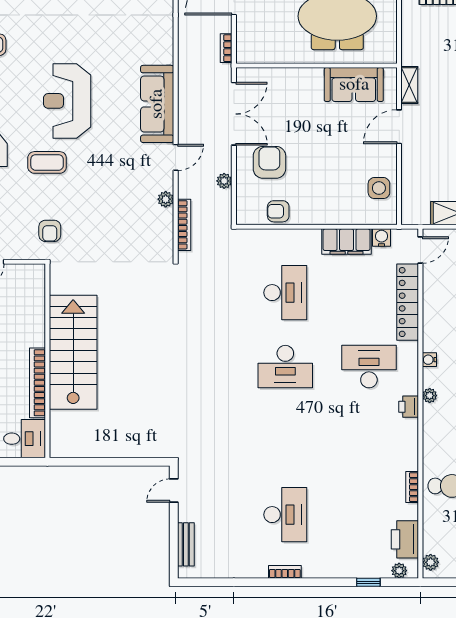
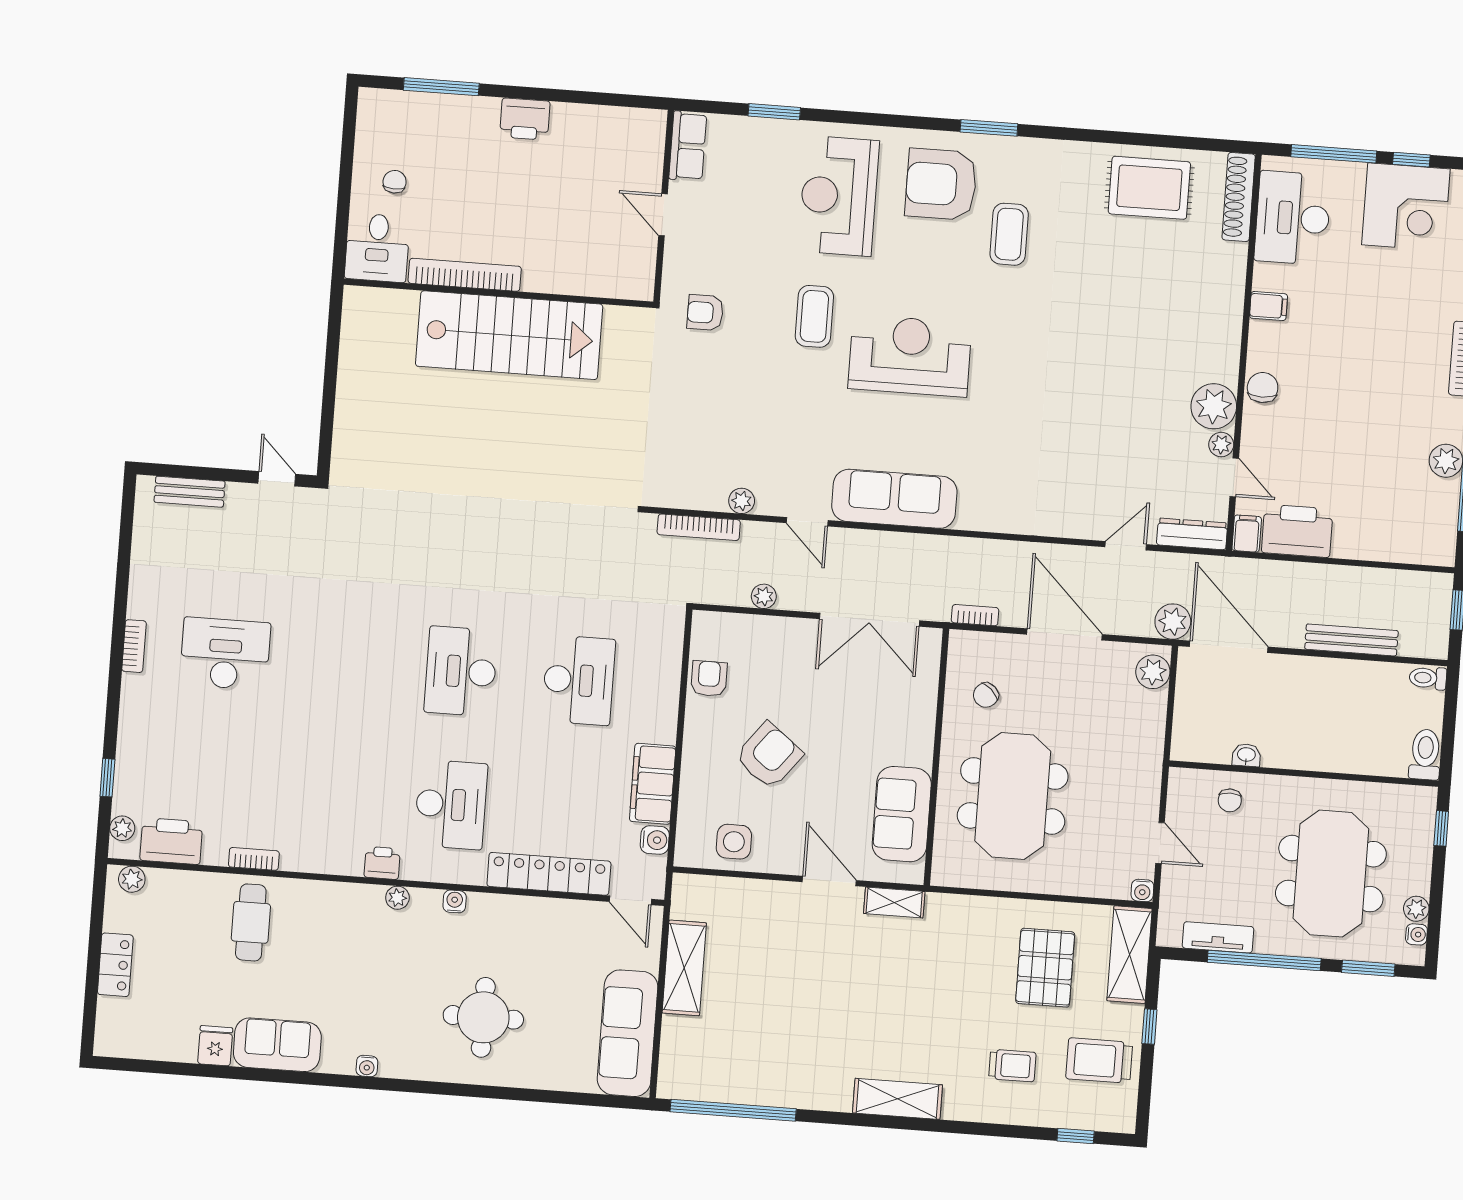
chair: (275, 38) -> (986, 695), added
armchair: (269, 162) -> (769, 756), moved, turned -52
desk: (285, 293) -> (579, 680), turned -90
desk: (285, 515) -> (225, 654), turned 180

